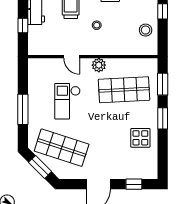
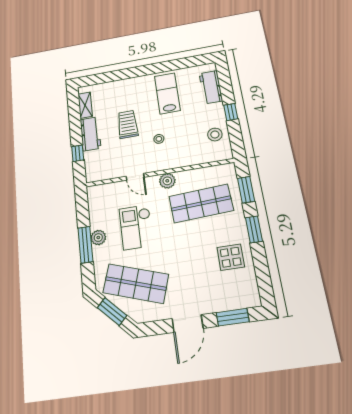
plant: (34, 105) -> (98, 238), added
window: (134, 184) -> (233, 317), width x1.50

